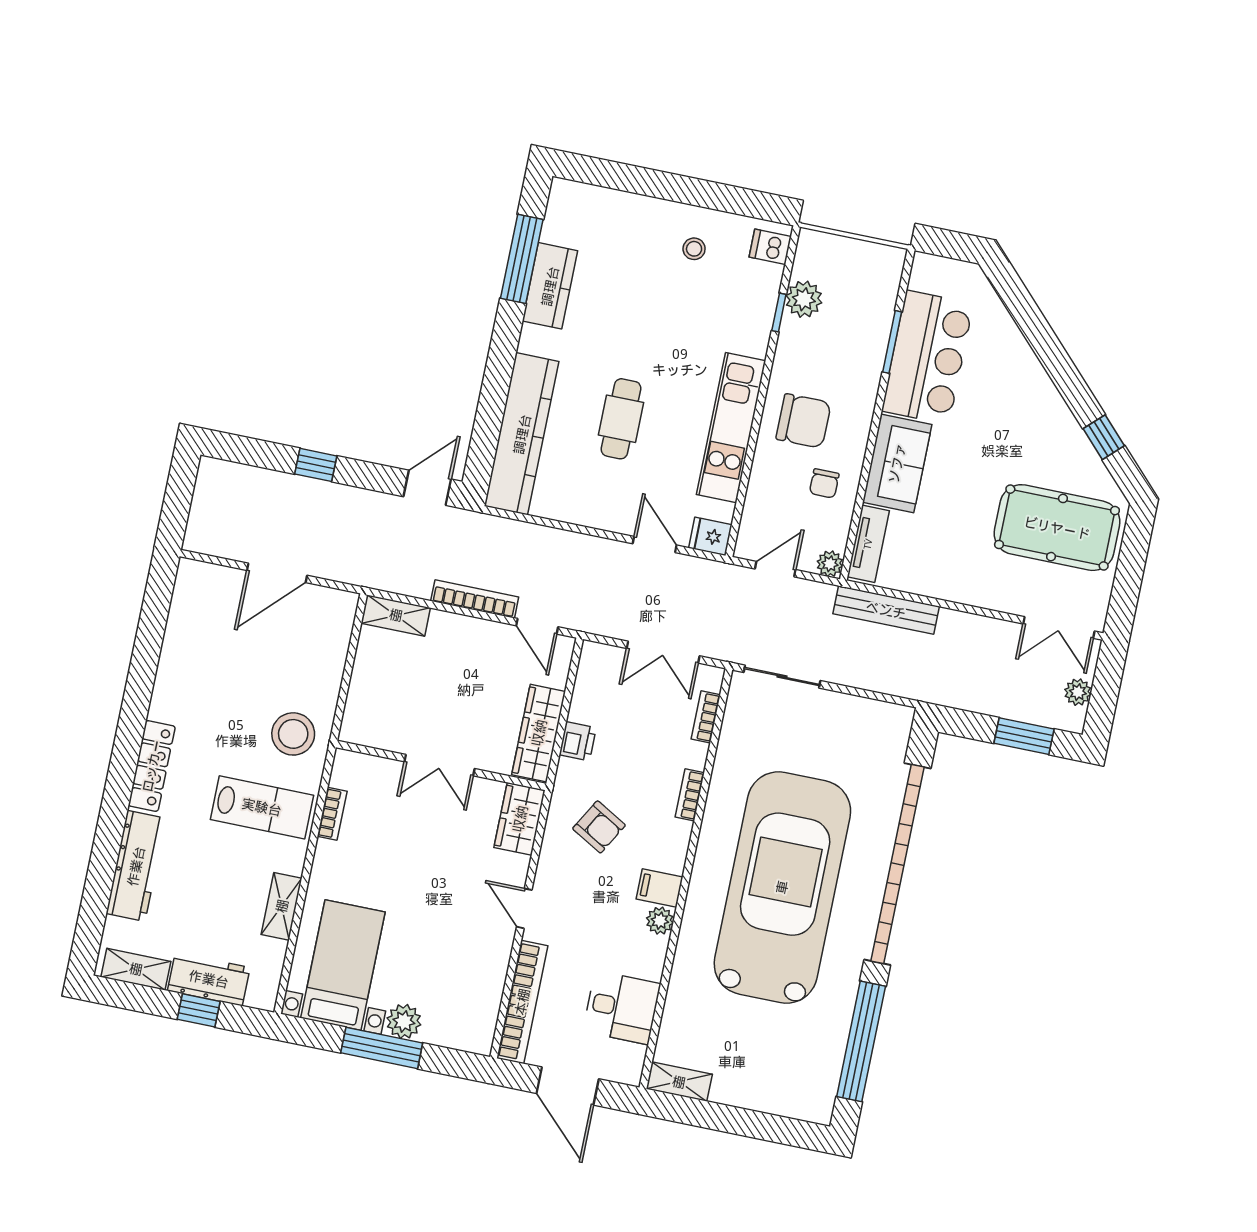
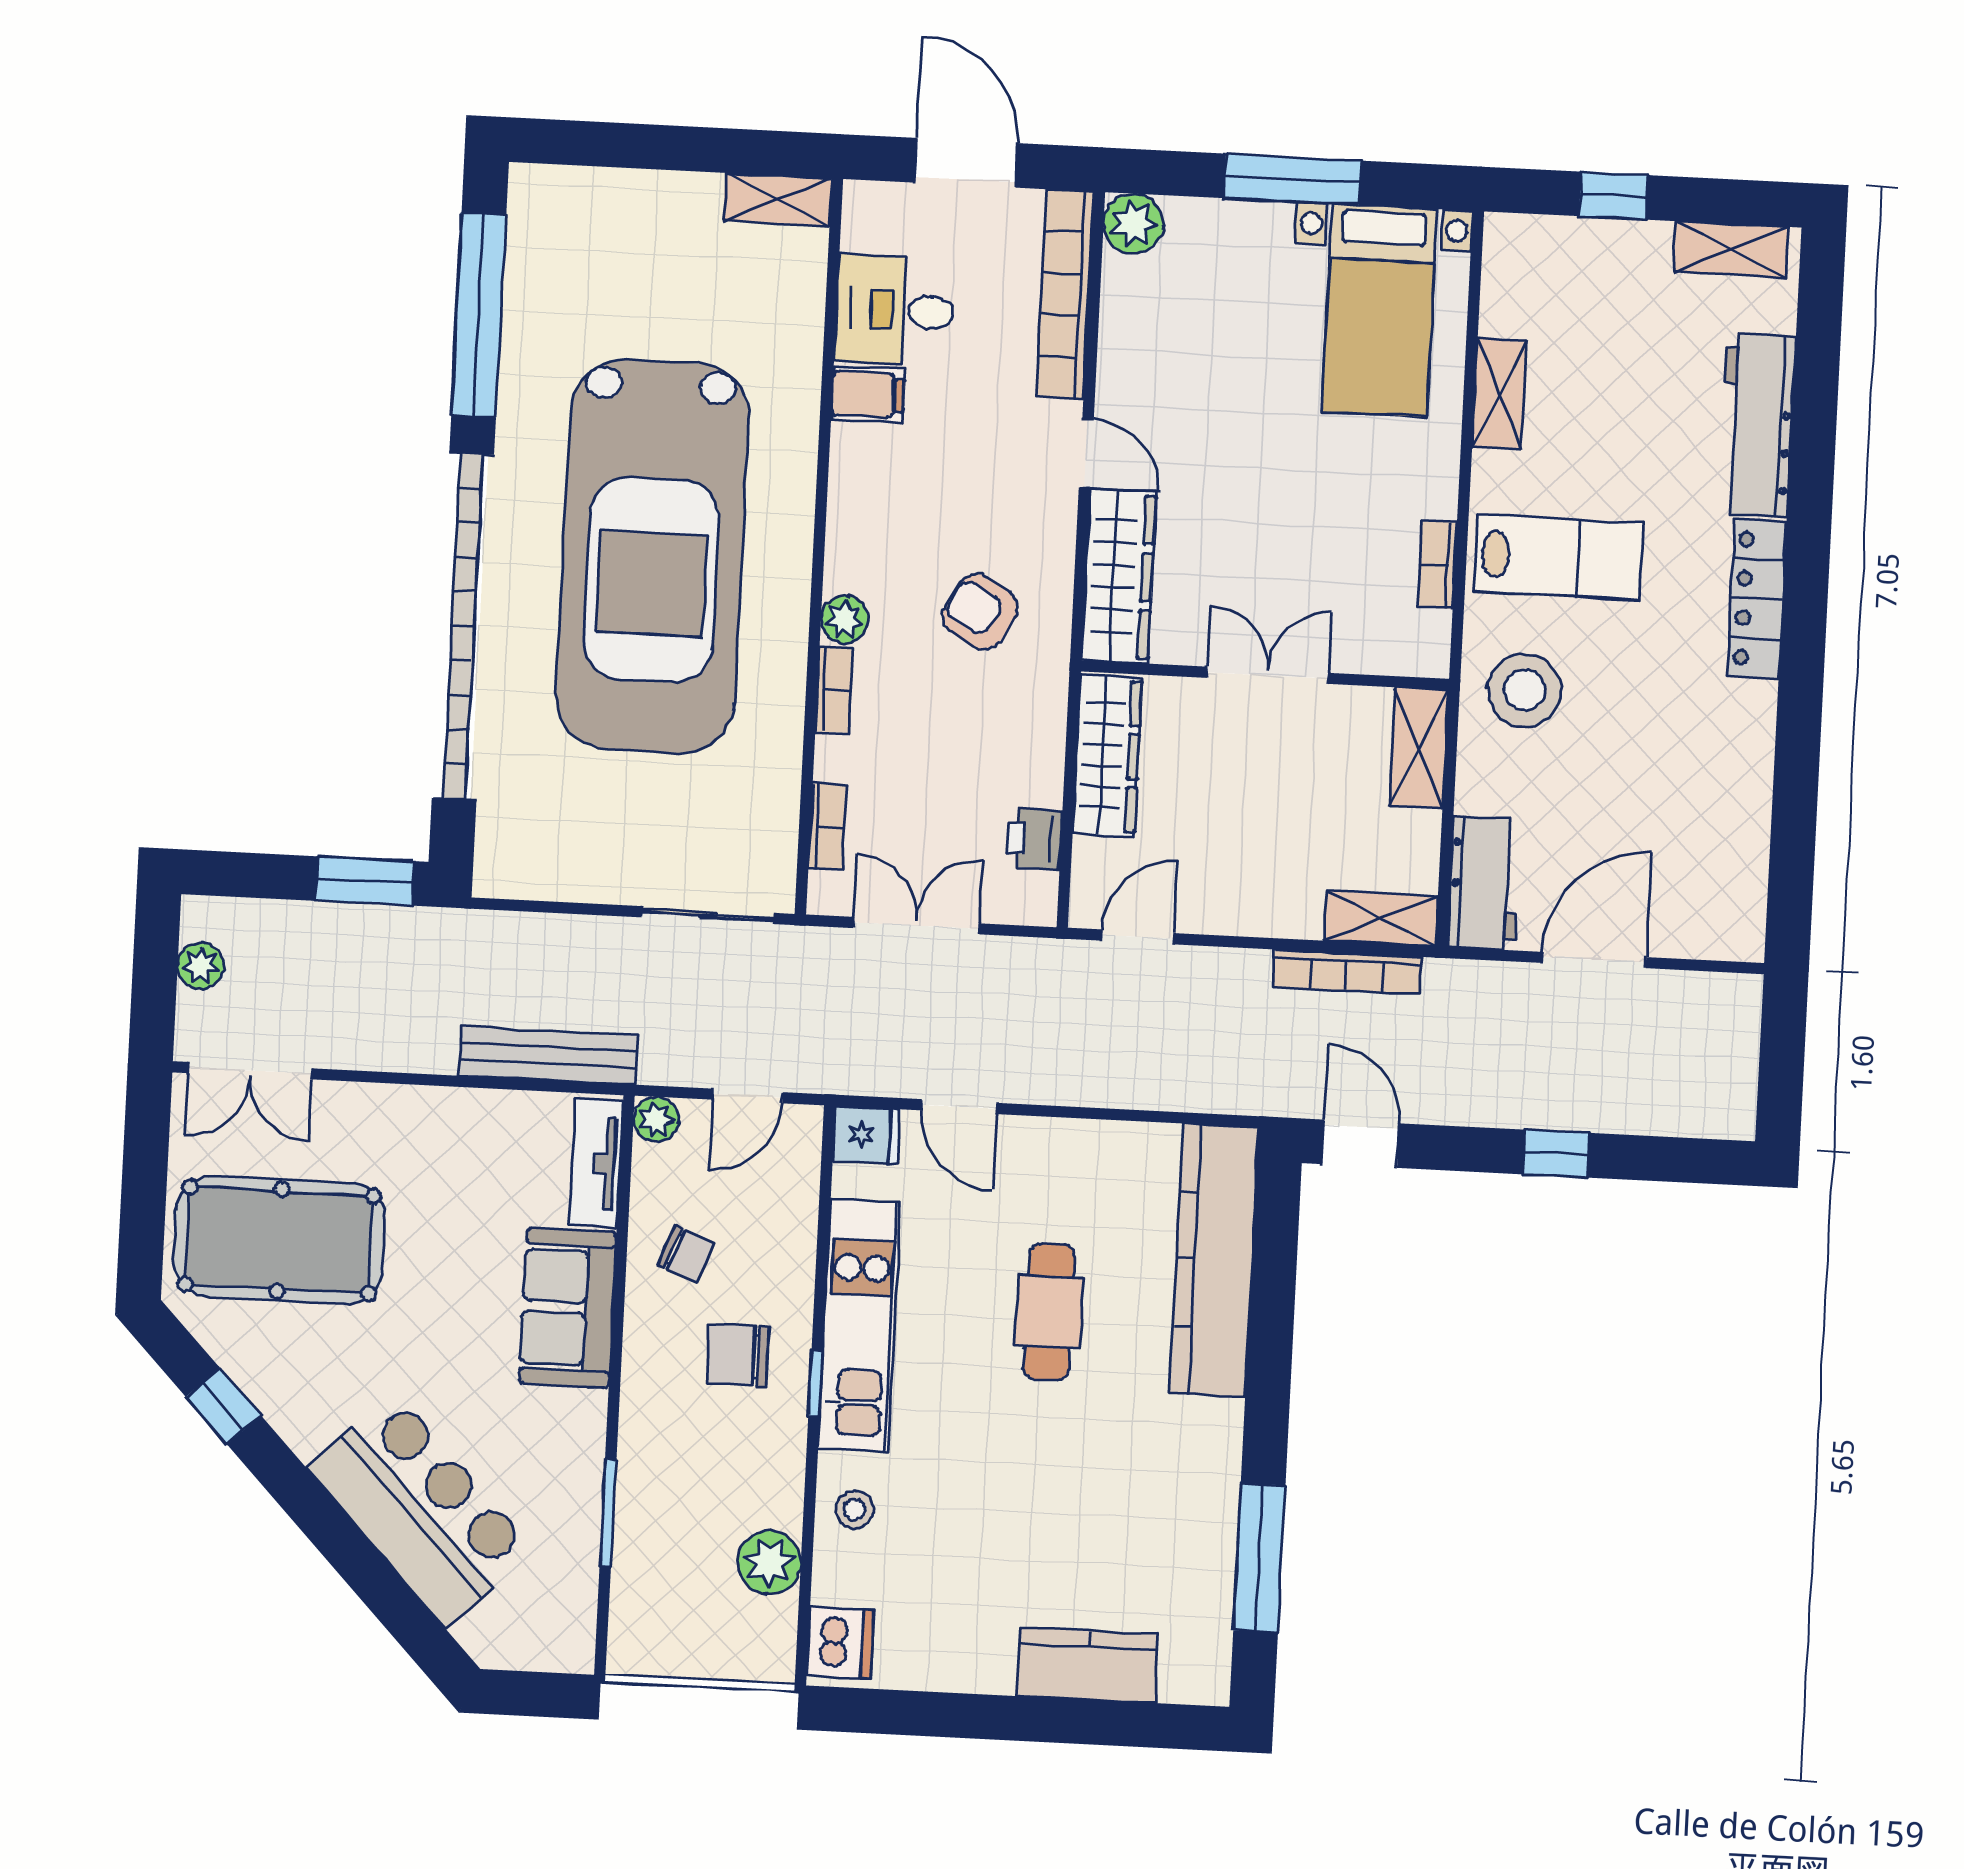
dishwasher: (770, 247) -> (840, 1643), width x1.38
stool: (694, 249) -> (855, 1510), moved
kitchen counter: (550, 286) -> (1088, 1665), moved, turned 90
window: (779, 312) -> (816, 1384), moved
bar counter: (927, 357) -> (421, 1509), moved, turned 136
chair: (803, 421) -> (738, 1355), width x0.73, depth x0.73
chair: (824, 483) -> (687, 1254), turned 111
door: (427, 488) -> (1361, 1144), swing flipped
bookcase: (475, 599) -> (1347, 972), moved
door: (537, 626) -> (1138, 937), hinge flipped
double door: (1059, 627) -> (250, 1071), swing flipped
shelving: (359, 710) -> (1419, 748), added
window: (1024, 736) -> (365, 881), moved
printer: (578, 741) -> (1034, 839), moved
lab bench: (262, 807) -> (1559, 557), turned 180
wardrobe: (520, 819) -> (1119, 576), width x1.50
filing cabinet: (660, 888) -> (868, 394), moved
plant: (660, 921) -> (845, 620), moved
workbench: (209, 979) -> (1484, 883), moved, turned -90
plant: (404, 1021) -> (1133, 224), moved

